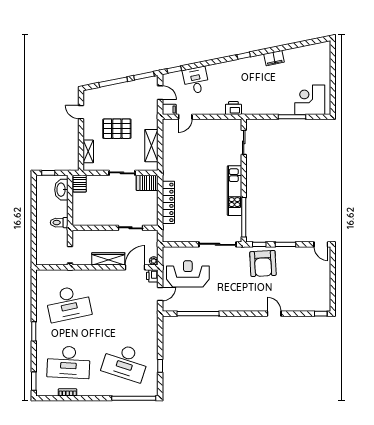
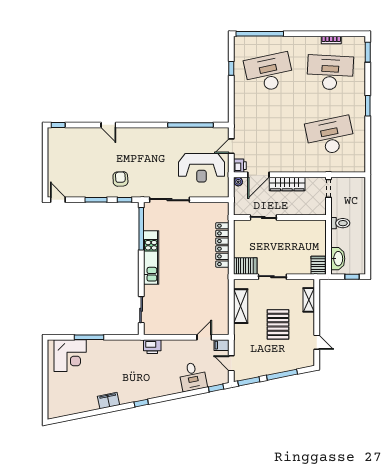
pallet: (117, 129) -> (278, 324), turned 90
armchair: (263, 264) -> (120, 179), width x0.53, depth x0.53
desk: (125, 362) -> (269, 73), turned -30

